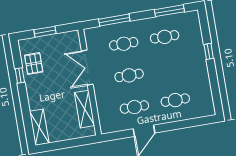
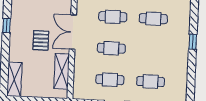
pallet: (34, 64) -> (41, 40), moved

